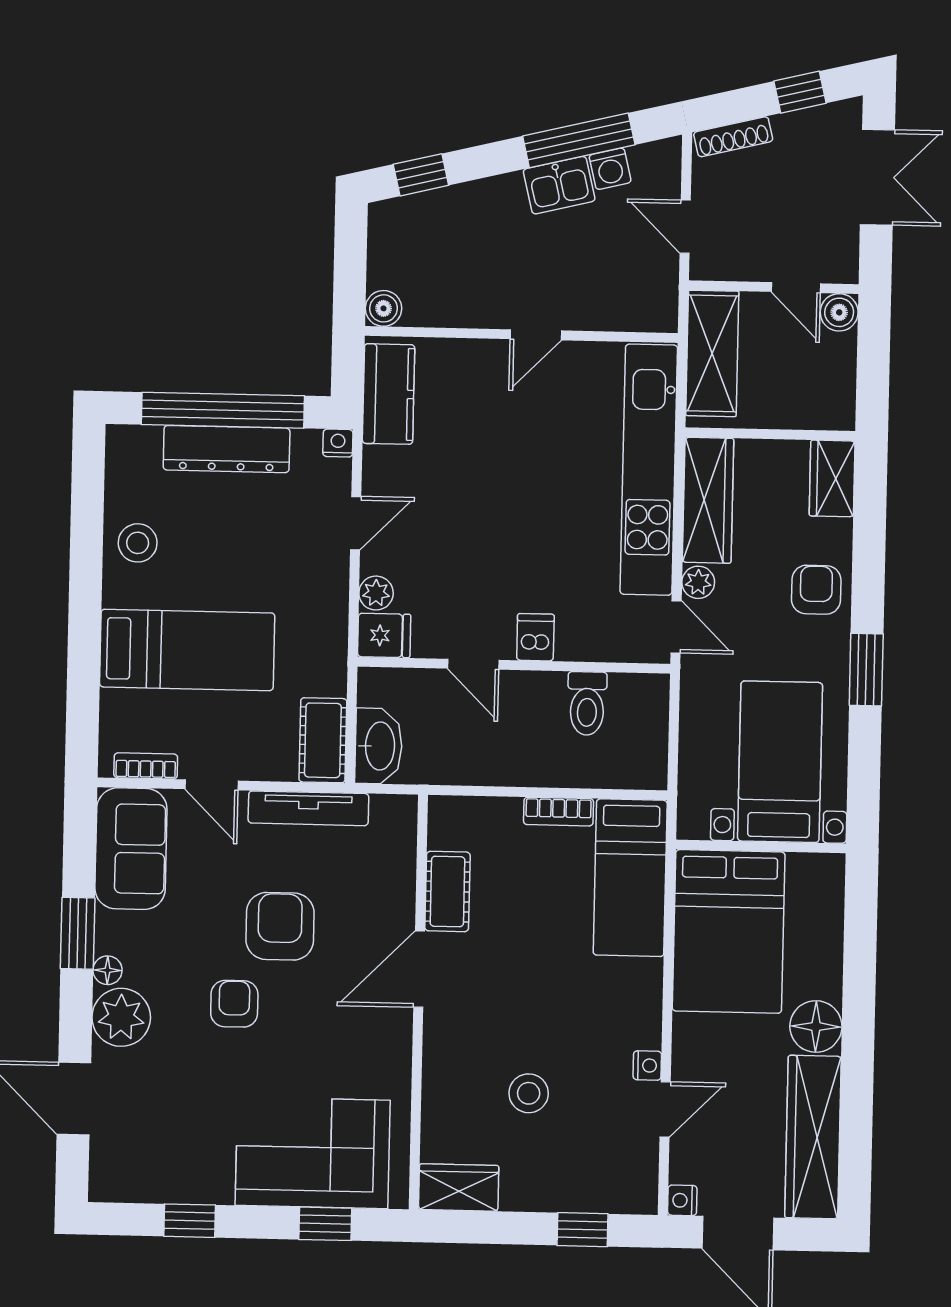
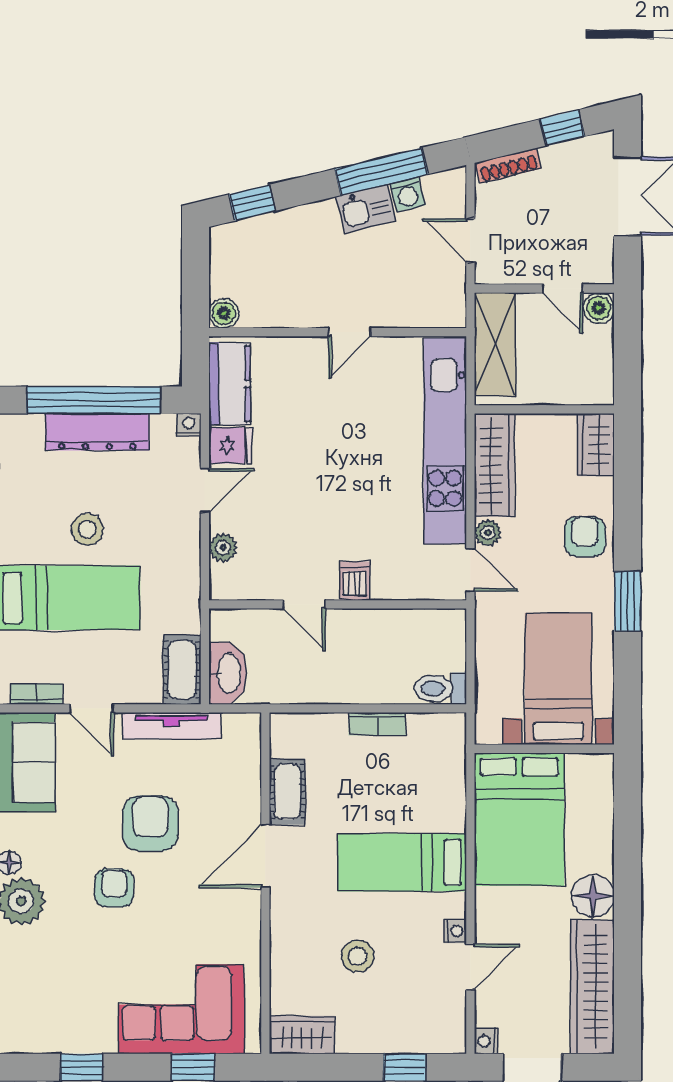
stool: (138, 543) -> (87, 529), moved
fridge: (384, 635) -> (230, 445), moved
toilet: (587, 703) -> (440, 689), moved, turned 90
bed: (630, 878) -> (402, 862), moved, turned 90

